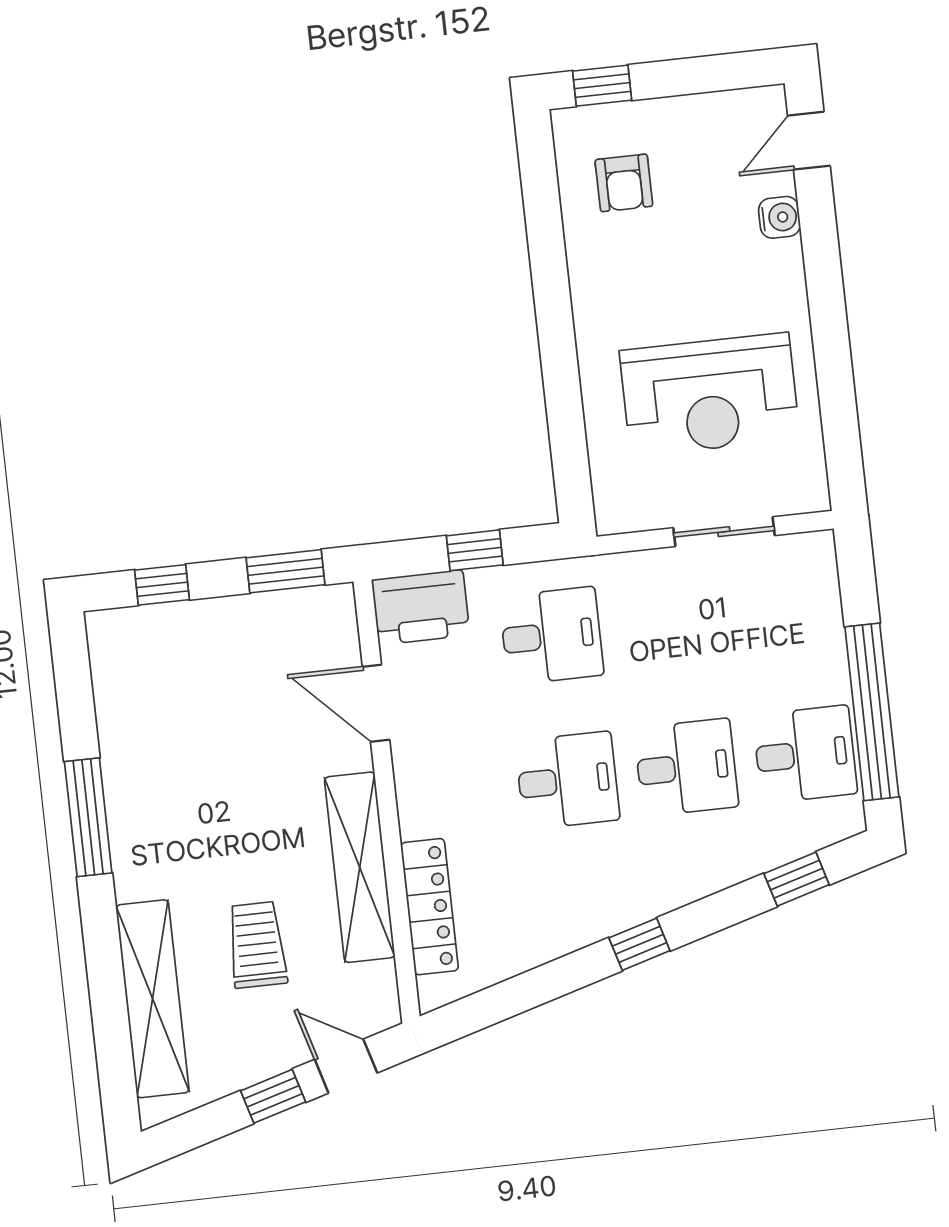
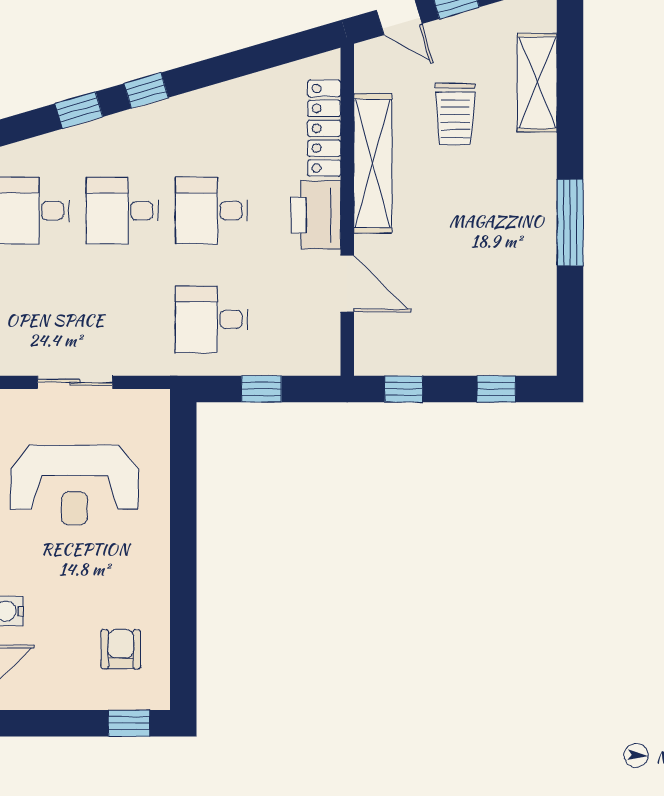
reception desk: (710, 395) -> (74, 485), turned 180
window: (285, 571) -> (404, 389), width x0.67
printer: (421, 607) -> (316, 215), moved, turned -90
window: (797, 879) -> (79, 110), moved
window: (639, 944) -> (146, 91), moved
shelving: (153, 999) -> (537, 83), width x0.68

